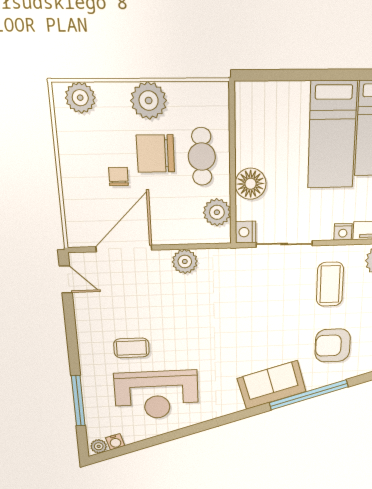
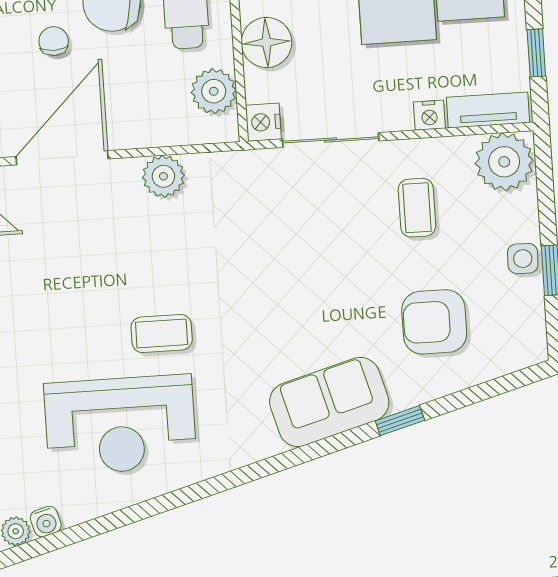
coffee table: (330, 284) -> (417, 208), width x0.73, depth x0.77
coffee table: (131, 348) -> (162, 333), moved
window: (309, 395) -> (400, 421), width x0.32

